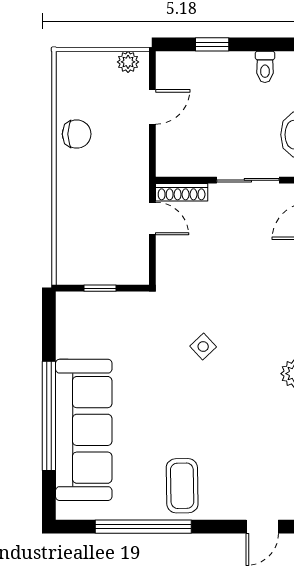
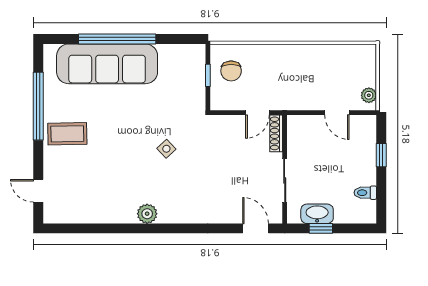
chair: (77, 134) -> (231, 71), moved

